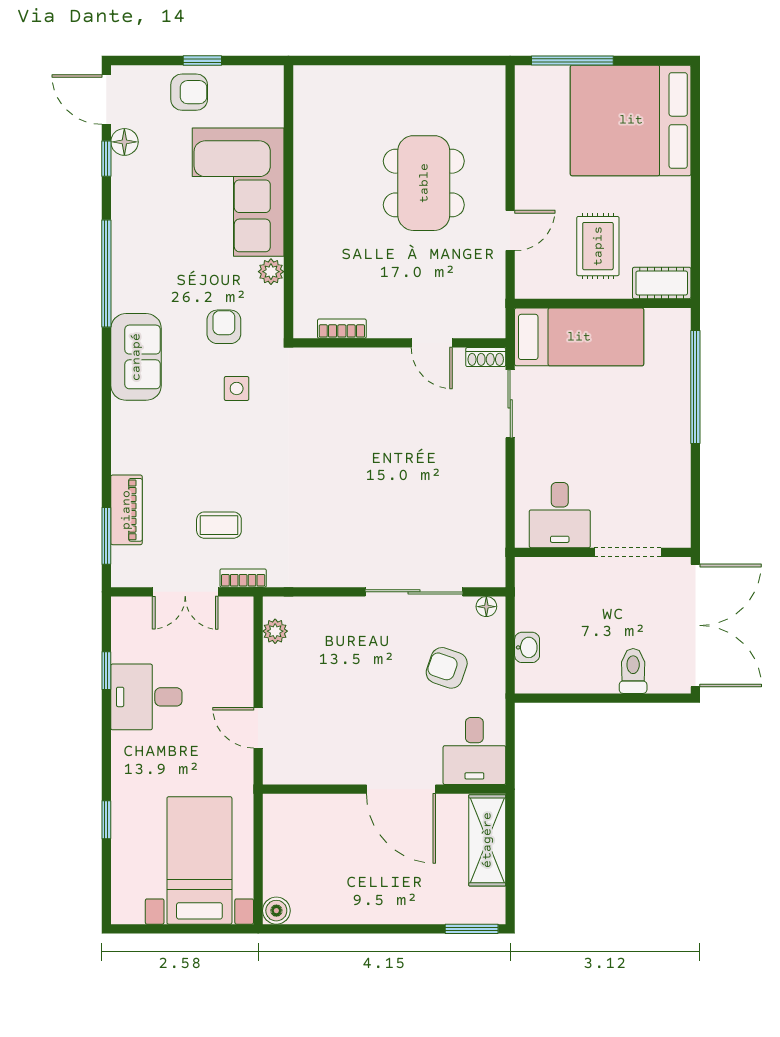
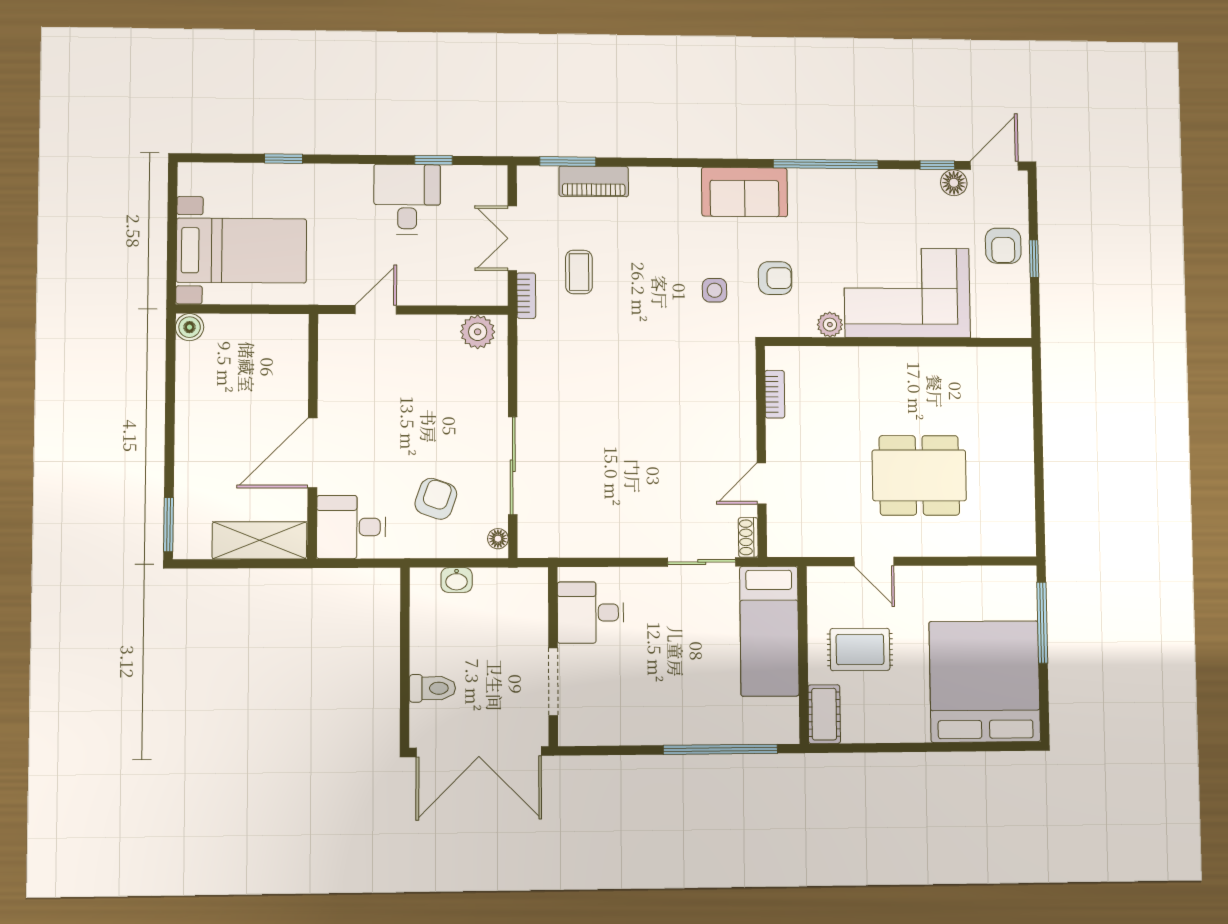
plant: (275, 631) -> (478, 332), width x1.38, depth x1.38

